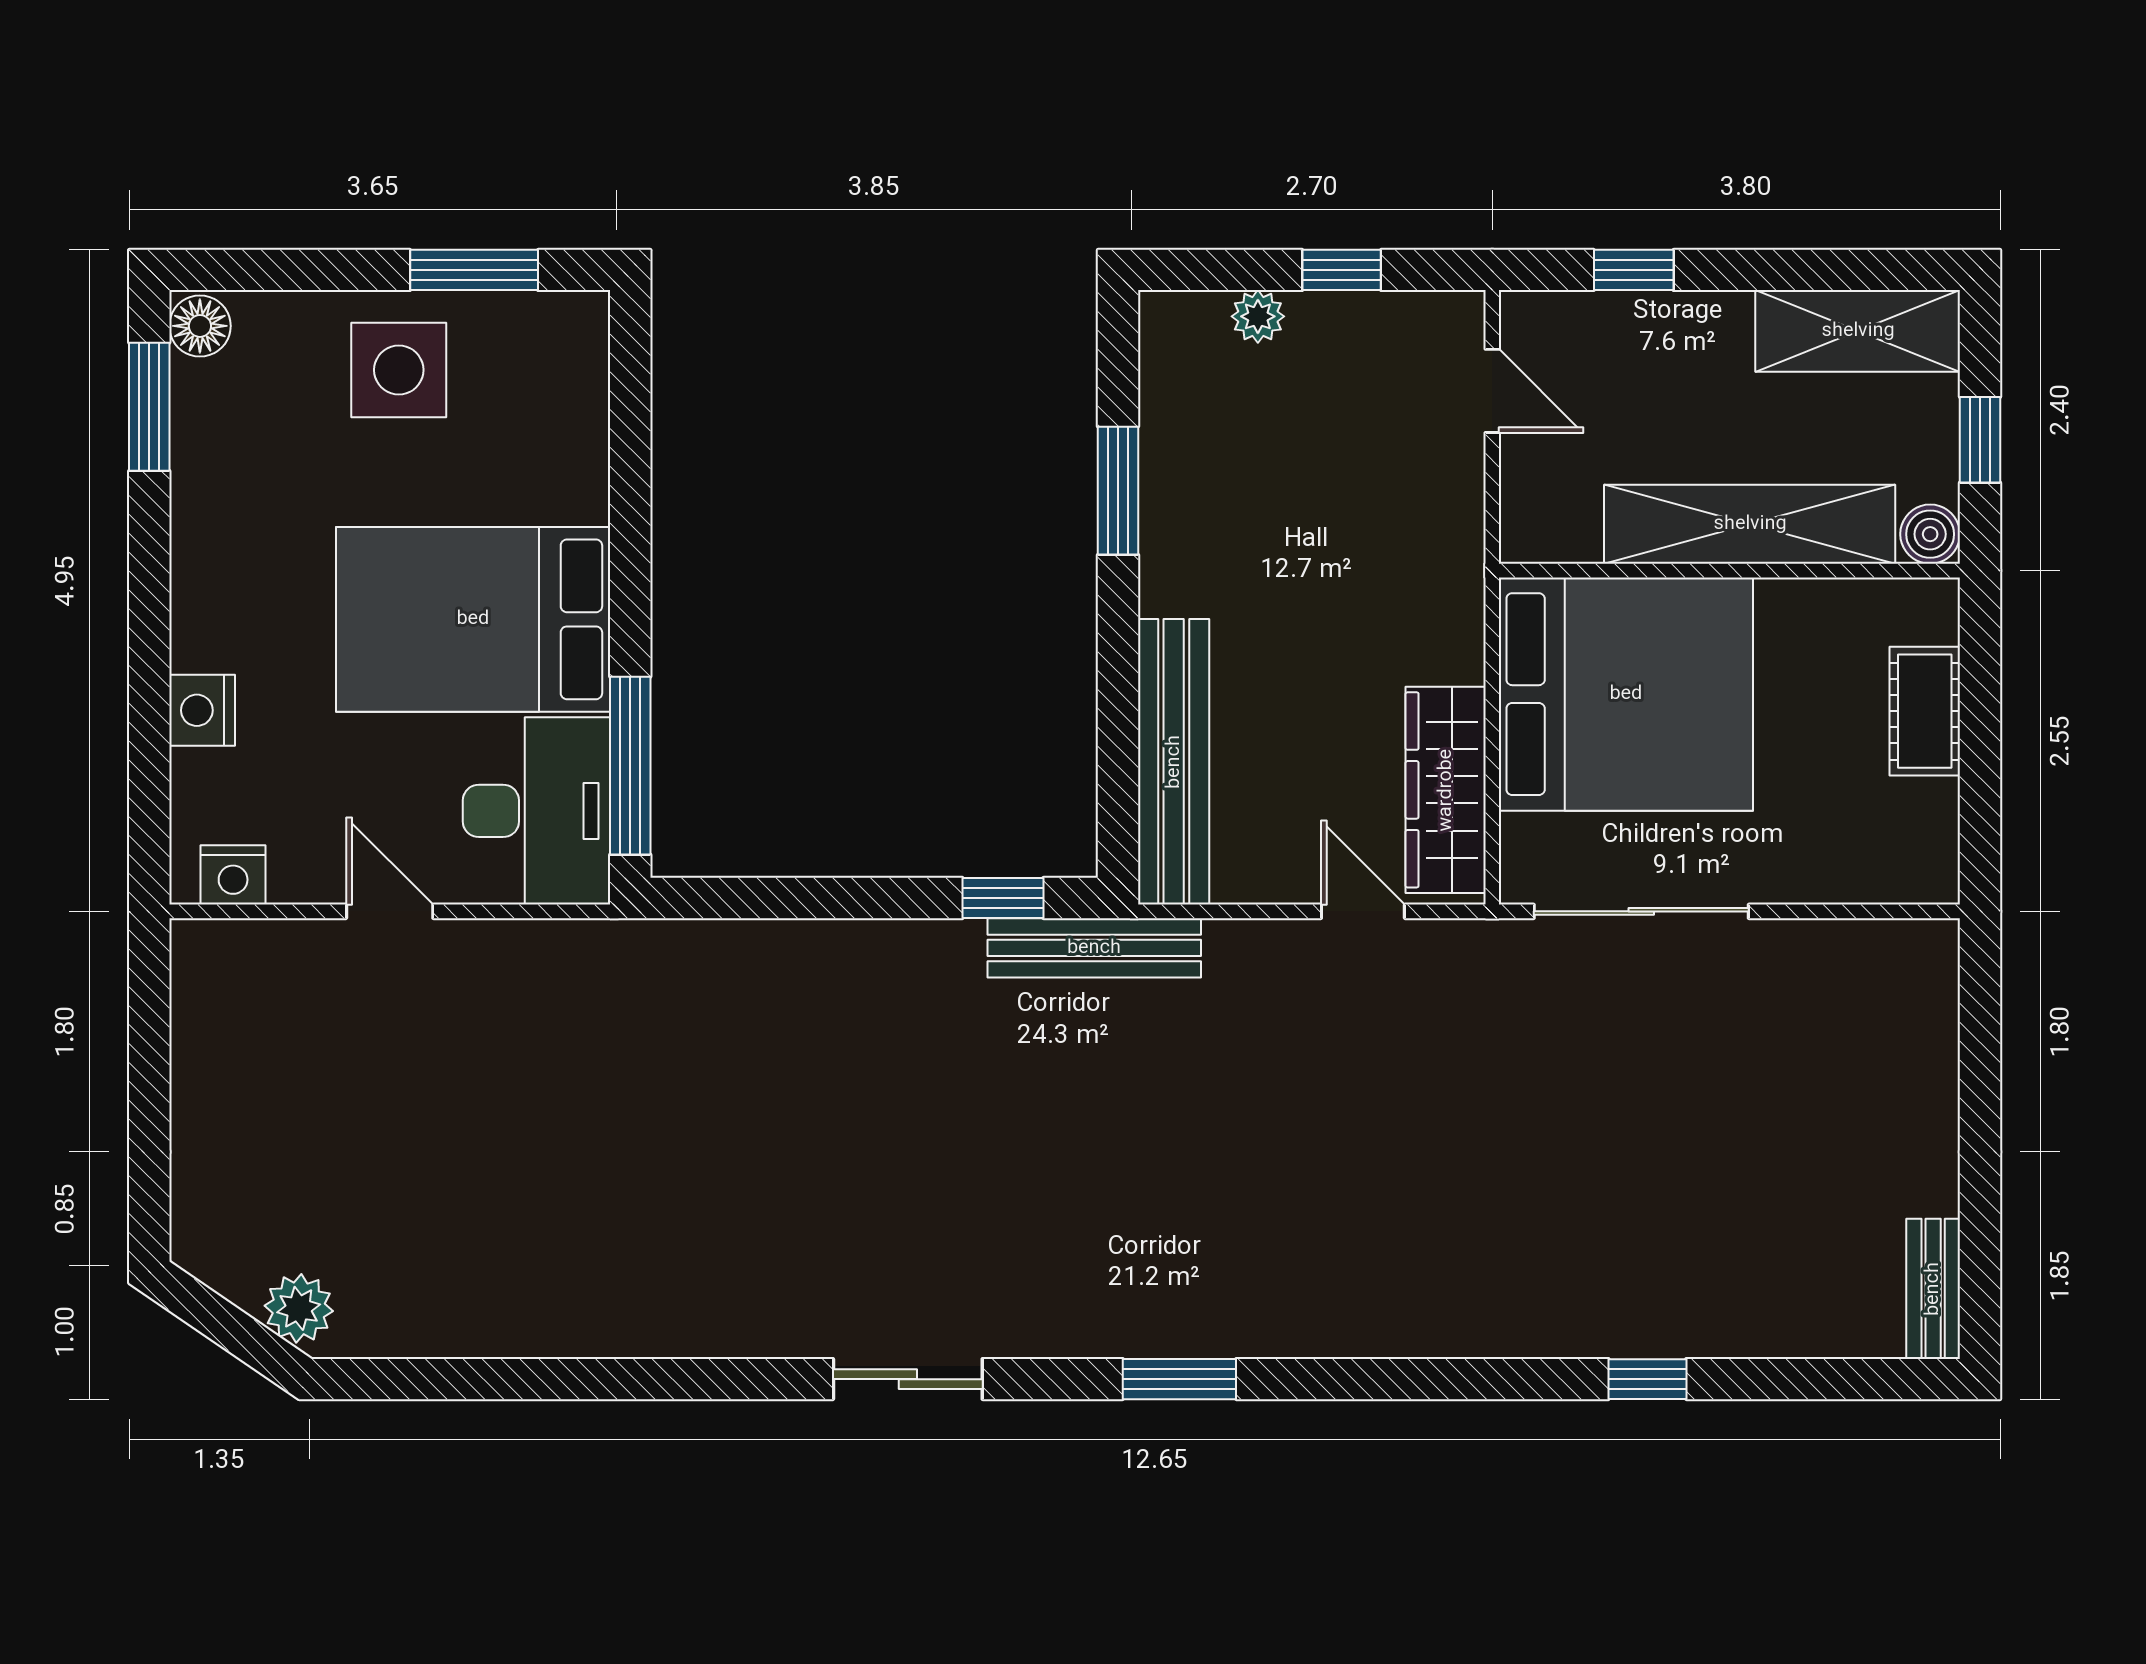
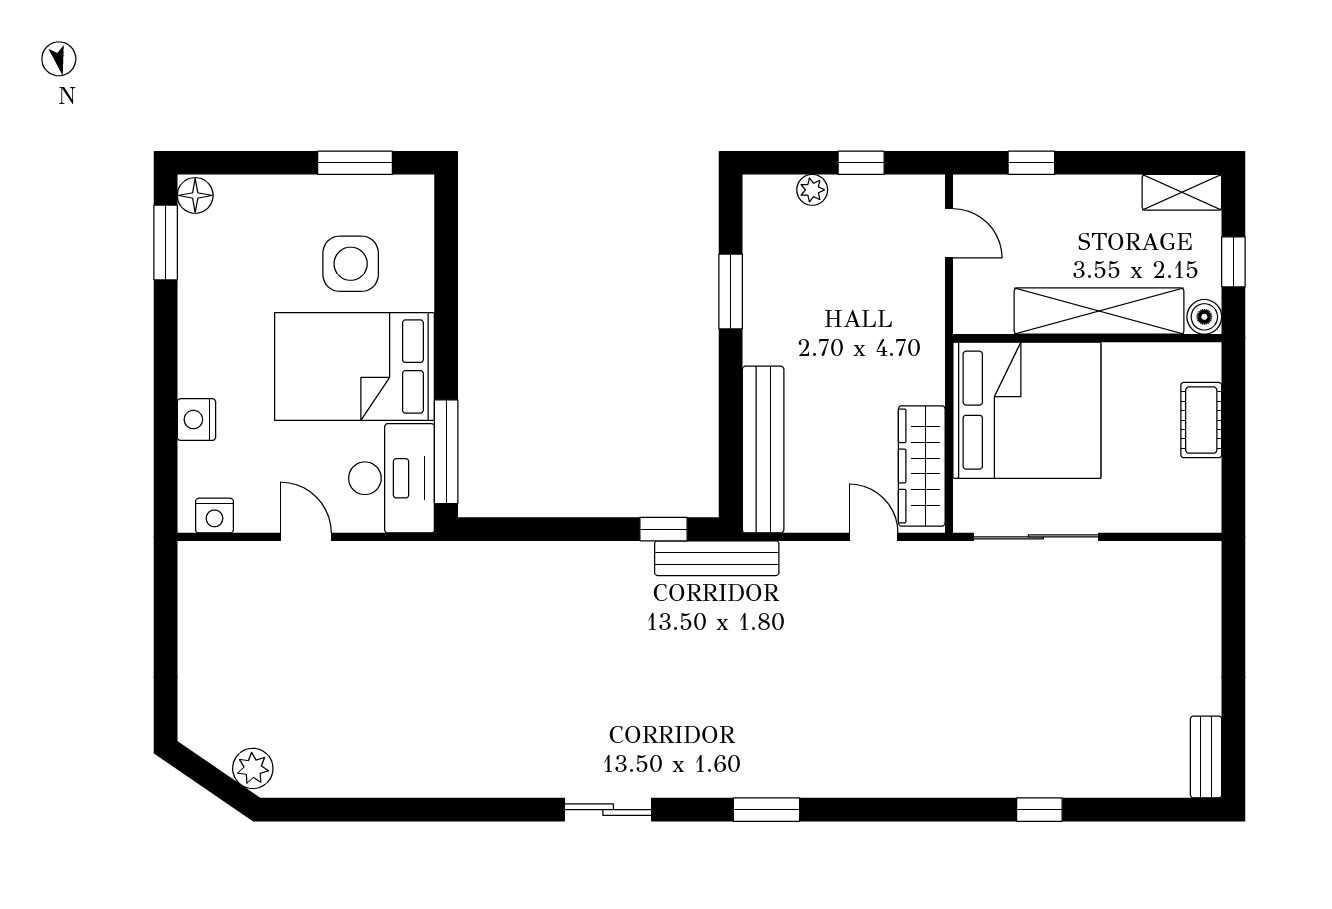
shelving: (1858, 331) -> (1182, 192), width x0.67, depth x0.75
side table: (399, 370) -> (351, 264), moved

